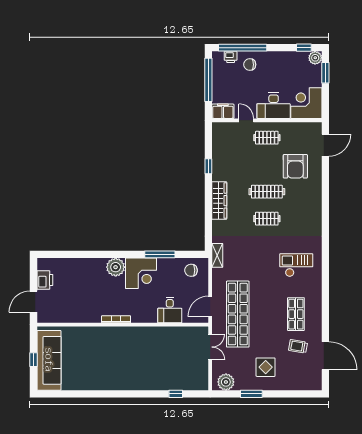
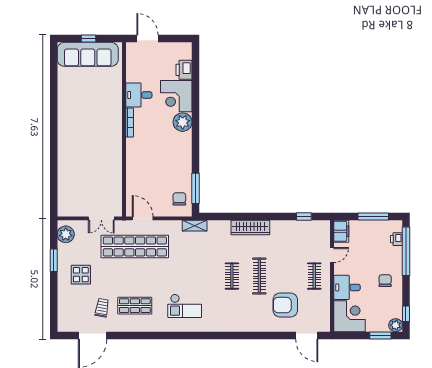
chair: (250, 65) -> (385, 281), moved
window: (208, 80) -> (373, 217), width x0.68
desk: (274, 106) -> (347, 287), width x0.73
window: (208, 166) -> (304, 217), moved
window: (160, 254) -> (196, 188), moved
checkout: (296, 265) -> (185, 306), turned 90
corner desk: (141, 273) -> (176, 96), moved
printer: (45, 280) -> (184, 70), moved, turned 90
desk: (170, 310) -> (139, 95), moved
window: (176, 394) -> (54, 183), removed

